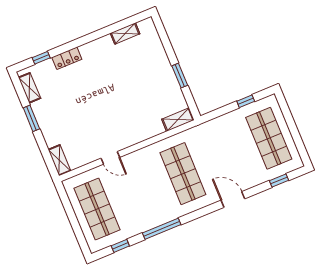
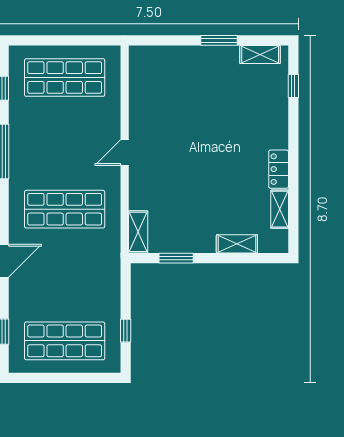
locker: (67, 58) -> (279, 169), moved
window: (180, 76) -> (176, 258), moved
door: (110, 158) -> (125, 152), moved
shelving: (59, 160) -> (237, 244), moved

